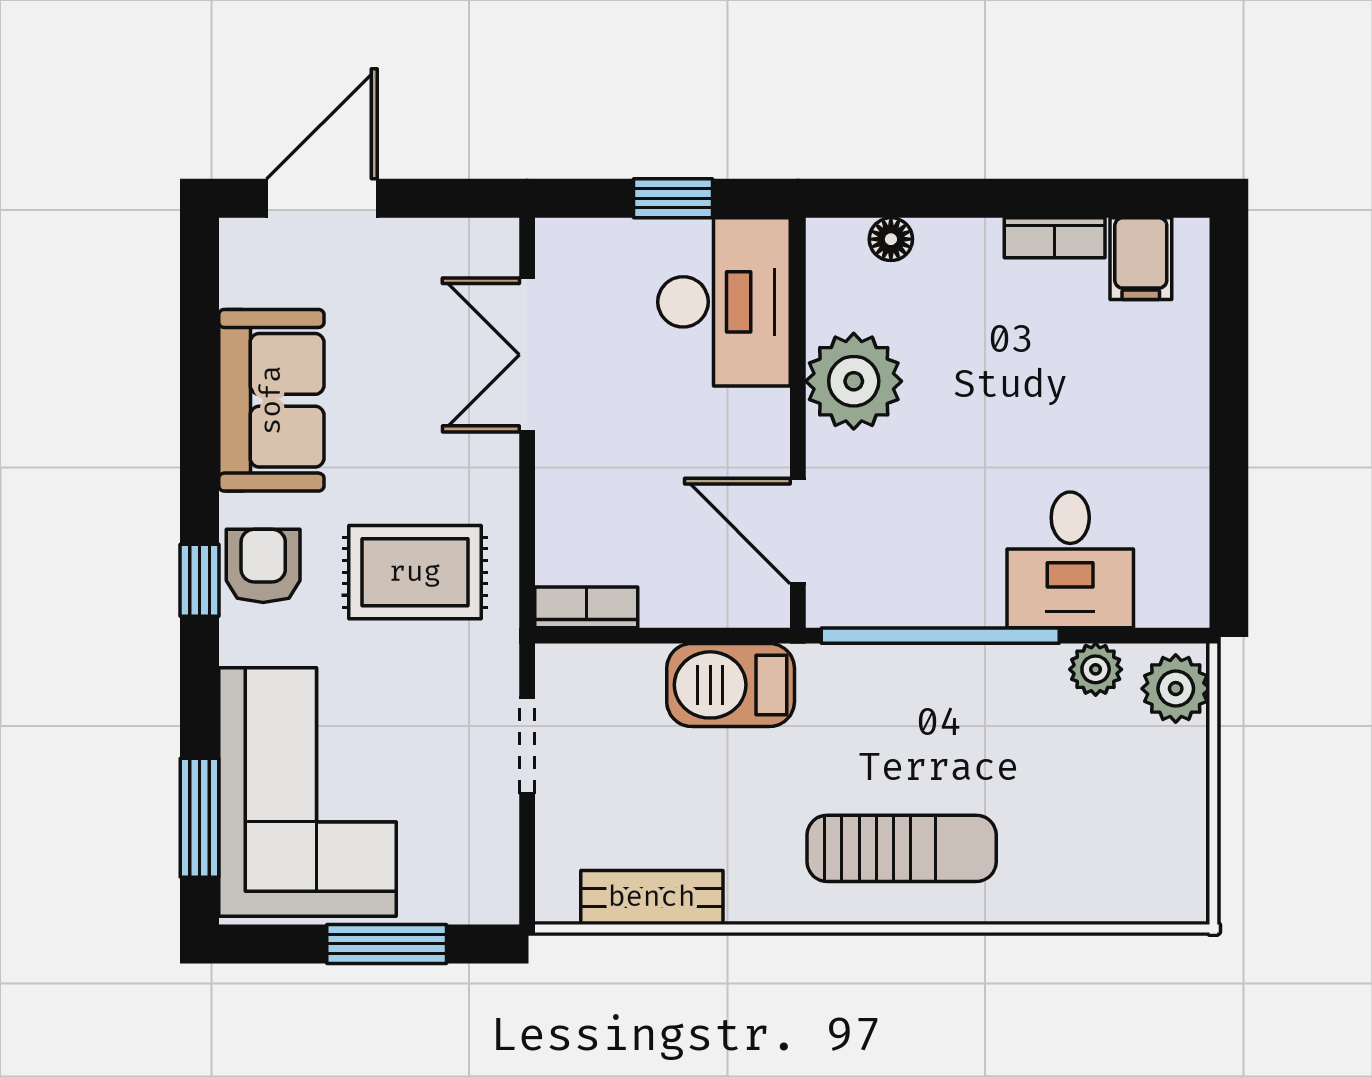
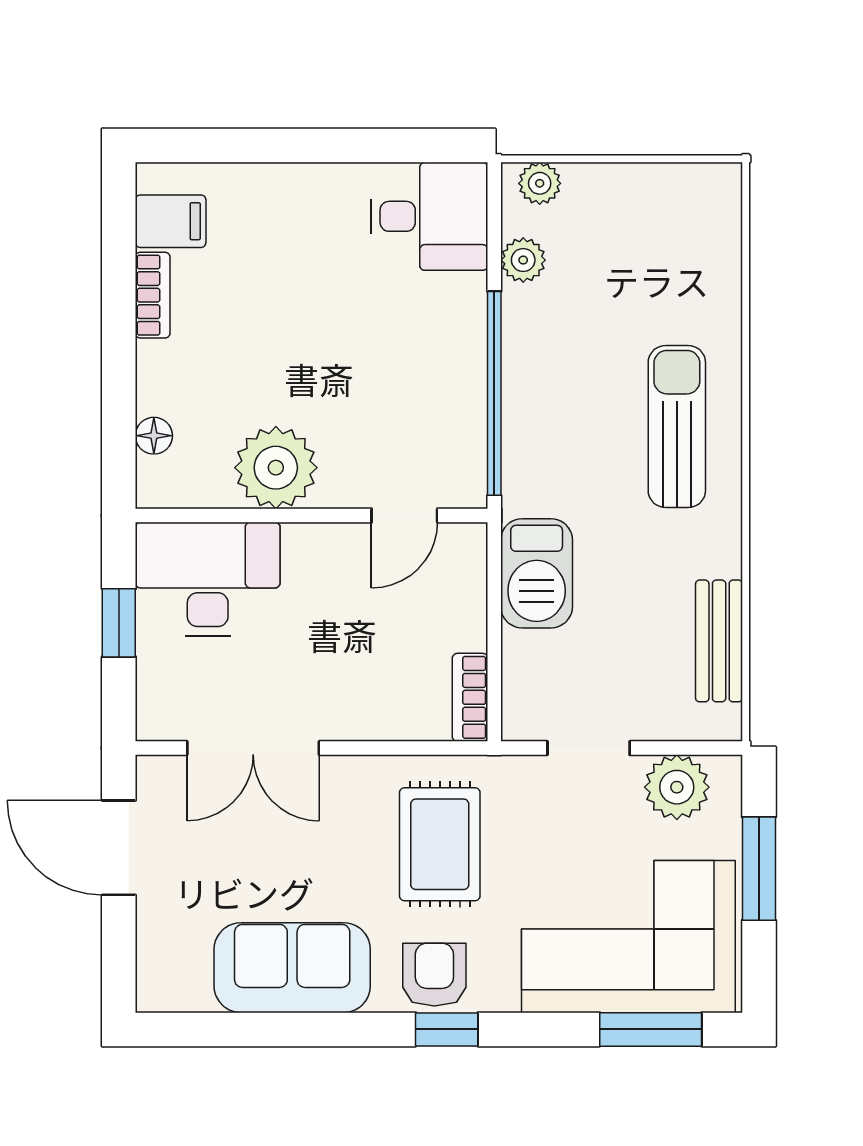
door: (322, 198) -> (119, 848), moved
door: (798, 531) -> (404, 515), width x0.73
desk: (1070, 560) -> (429, 216), moved
armchair: (263, 566) -> (434, 975), turned 90
plant: (1176, 689) -> (540, 183), width x0.73, depth x0.73
plant: (482, 848) -> (677, 787), added

